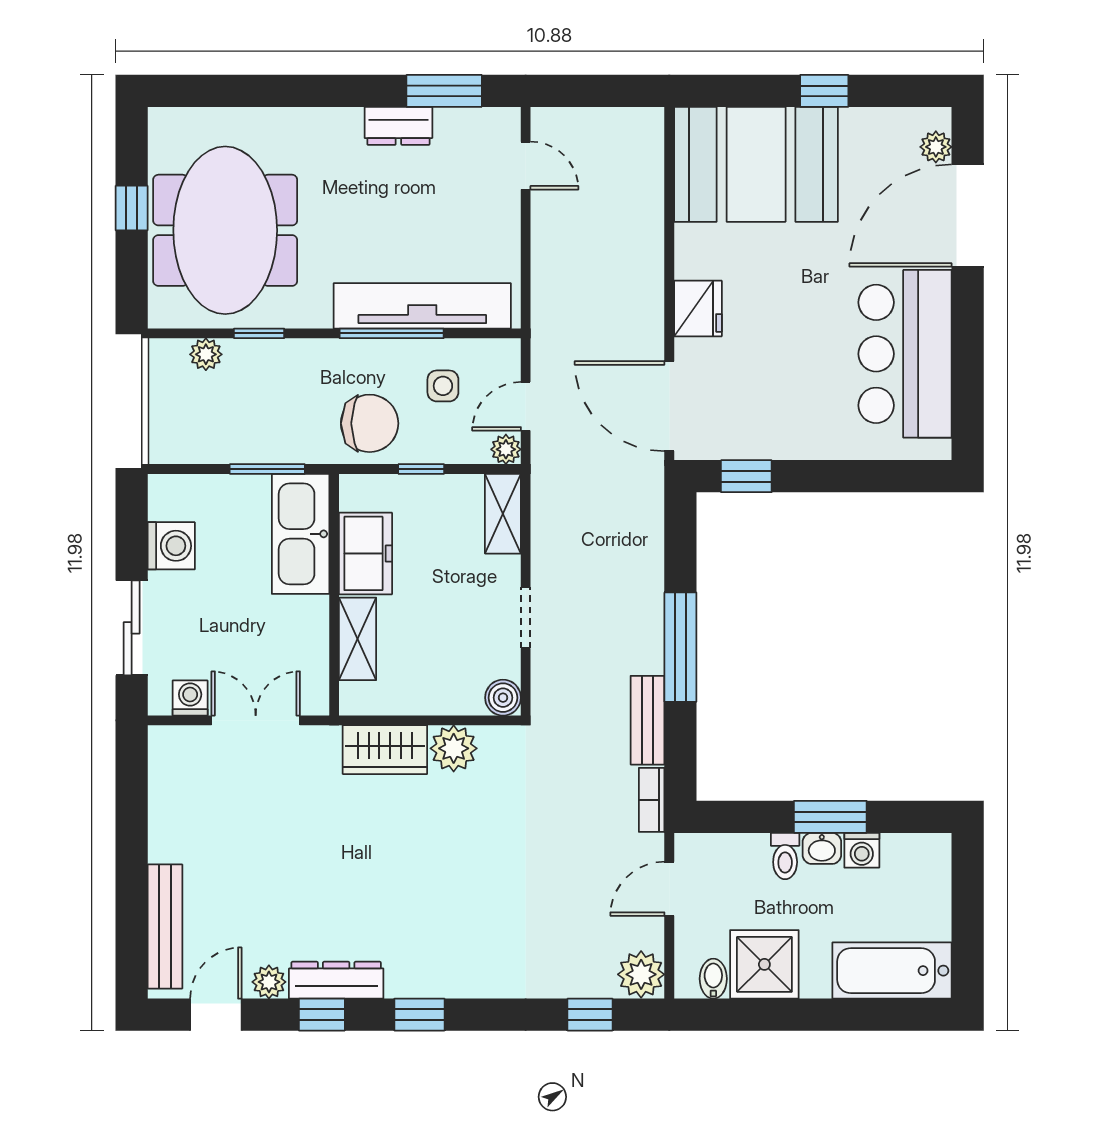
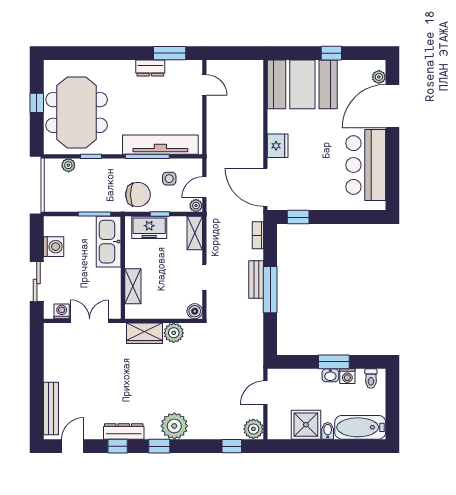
freezer: (366, 553) -> (149, 227), moved, turned 90
bench: (648, 720) -> (256, 280), moved
bookcase: (652, 800) -> (258, 235), moved
toilet: (785, 856) -> (371, 379), moved
bidet: (713, 979) -> (328, 431), moved
plant: (269, 982) -> (174, 426), moved, width x1.87, depth x1.87

